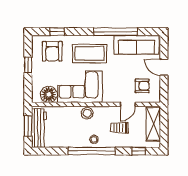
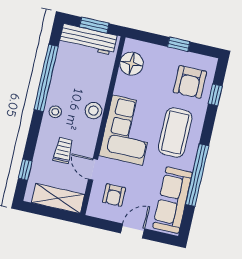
armchair: (52, 51) -> (190, 82), turned -90
corner sofa: (80, 87) -> (127, 130), moved
window: (92, 151) -> (46, 78), moved

